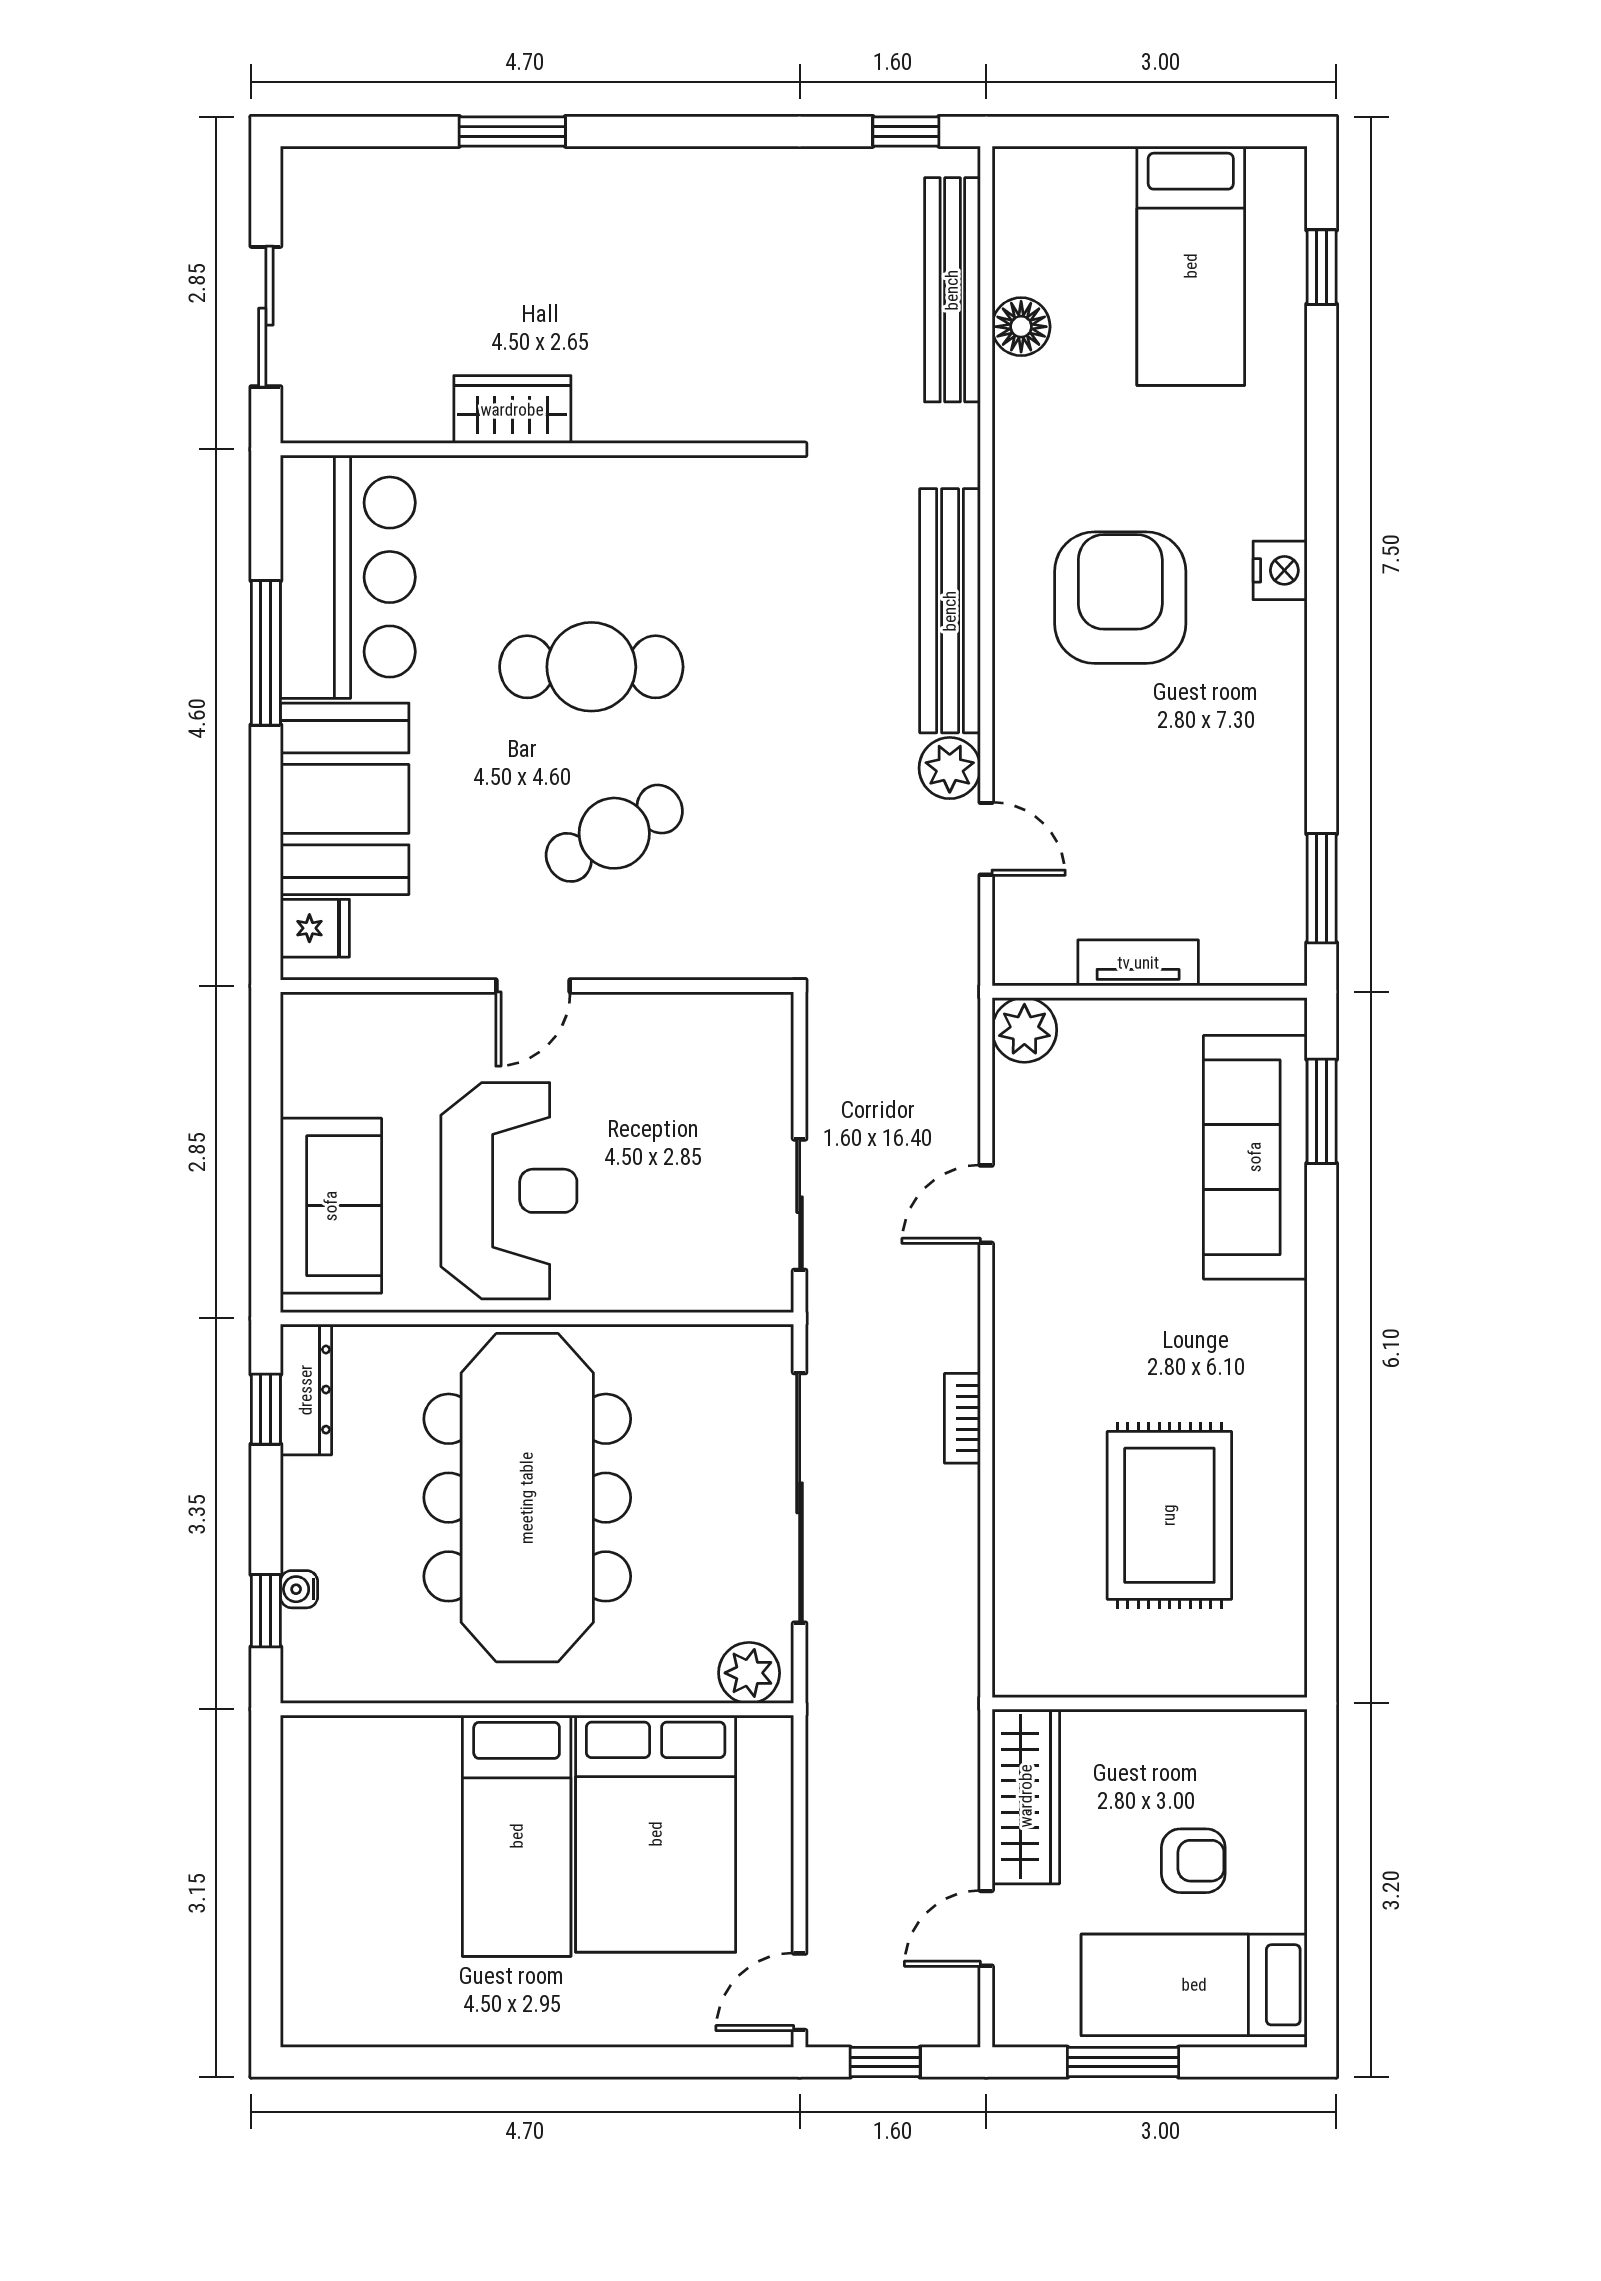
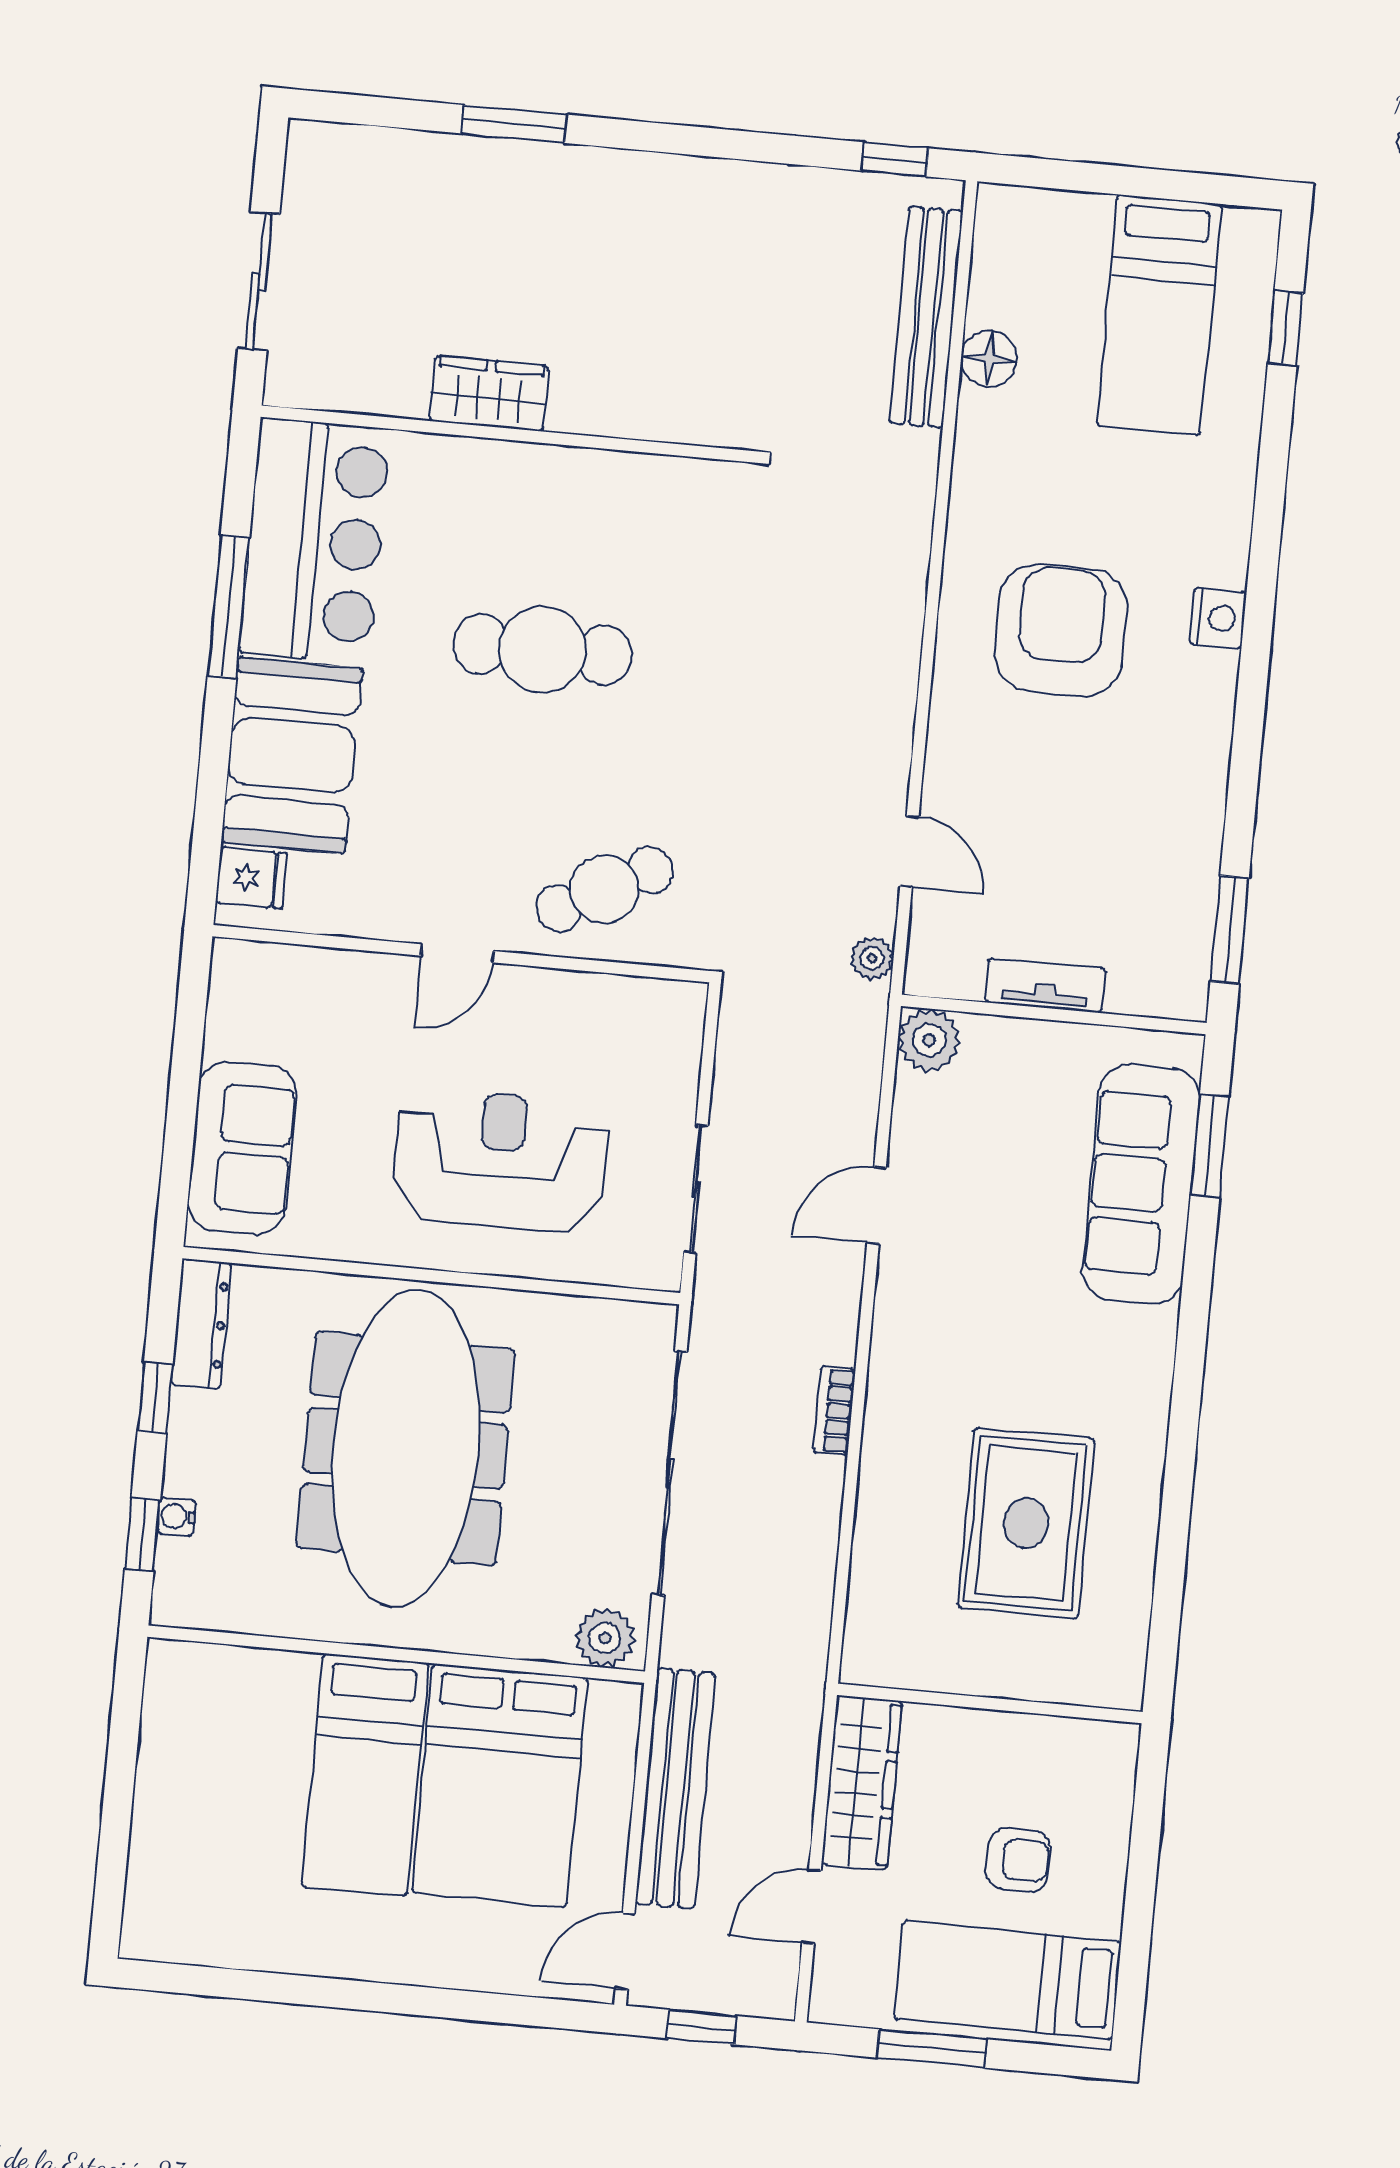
bench: (950, 611) -> (676, 1788), moved
plant: (950, 768) -> (872, 958), moved, width x0.73, depth x0.73
cafe table: (614, 833) -> (604, 889), moved
reception desk: (509, 1191) -> (500, 1161), moved, turned -90
window: (266, 1409) -> (155, 1398), moved

